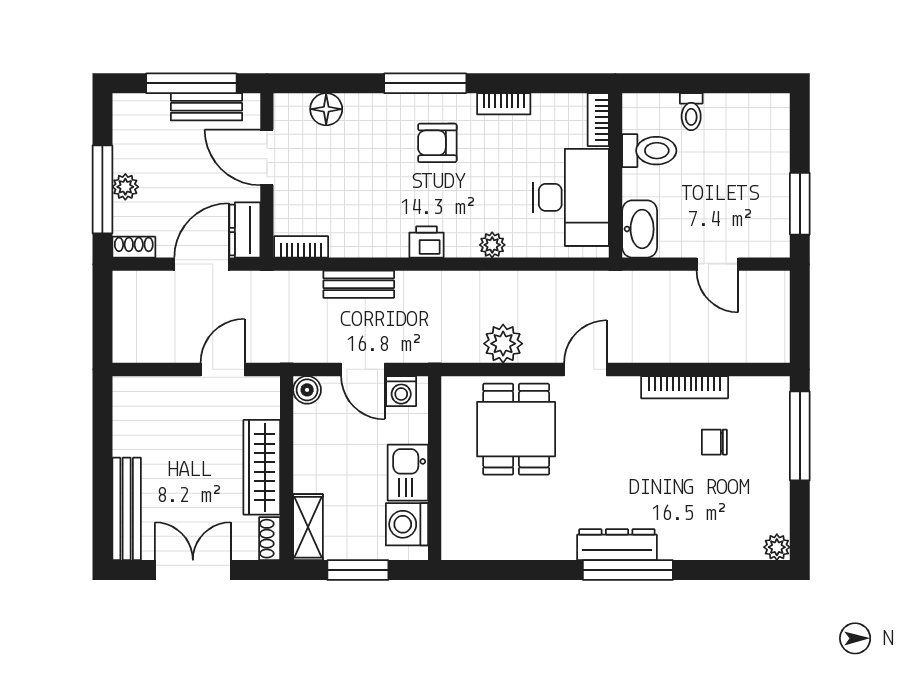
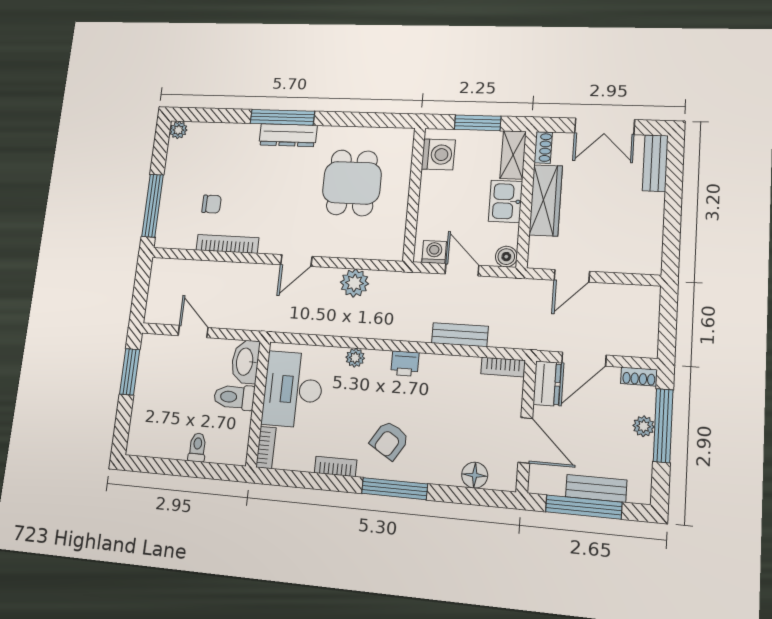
bench: (207, 107) -> (596, 488), moved
armchair: (437, 143) -> (389, 440), turned 122
toilet: (649, 151) -> (234, 397), moved
dining table: (516, 429) -> (352, 183), moved
kitchen sink: (408, 473) -> (505, 201), moved, turned 180
bench: (127, 509) -> (655, 163), width x0.73

